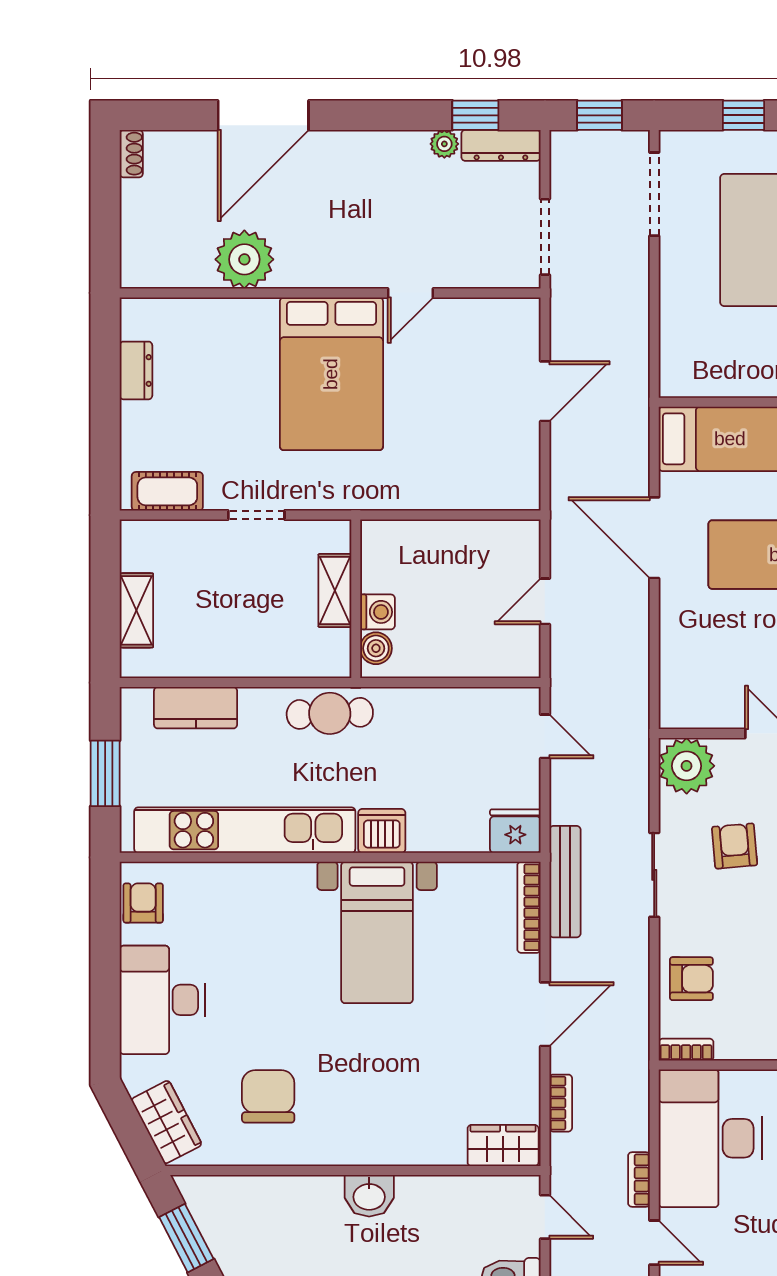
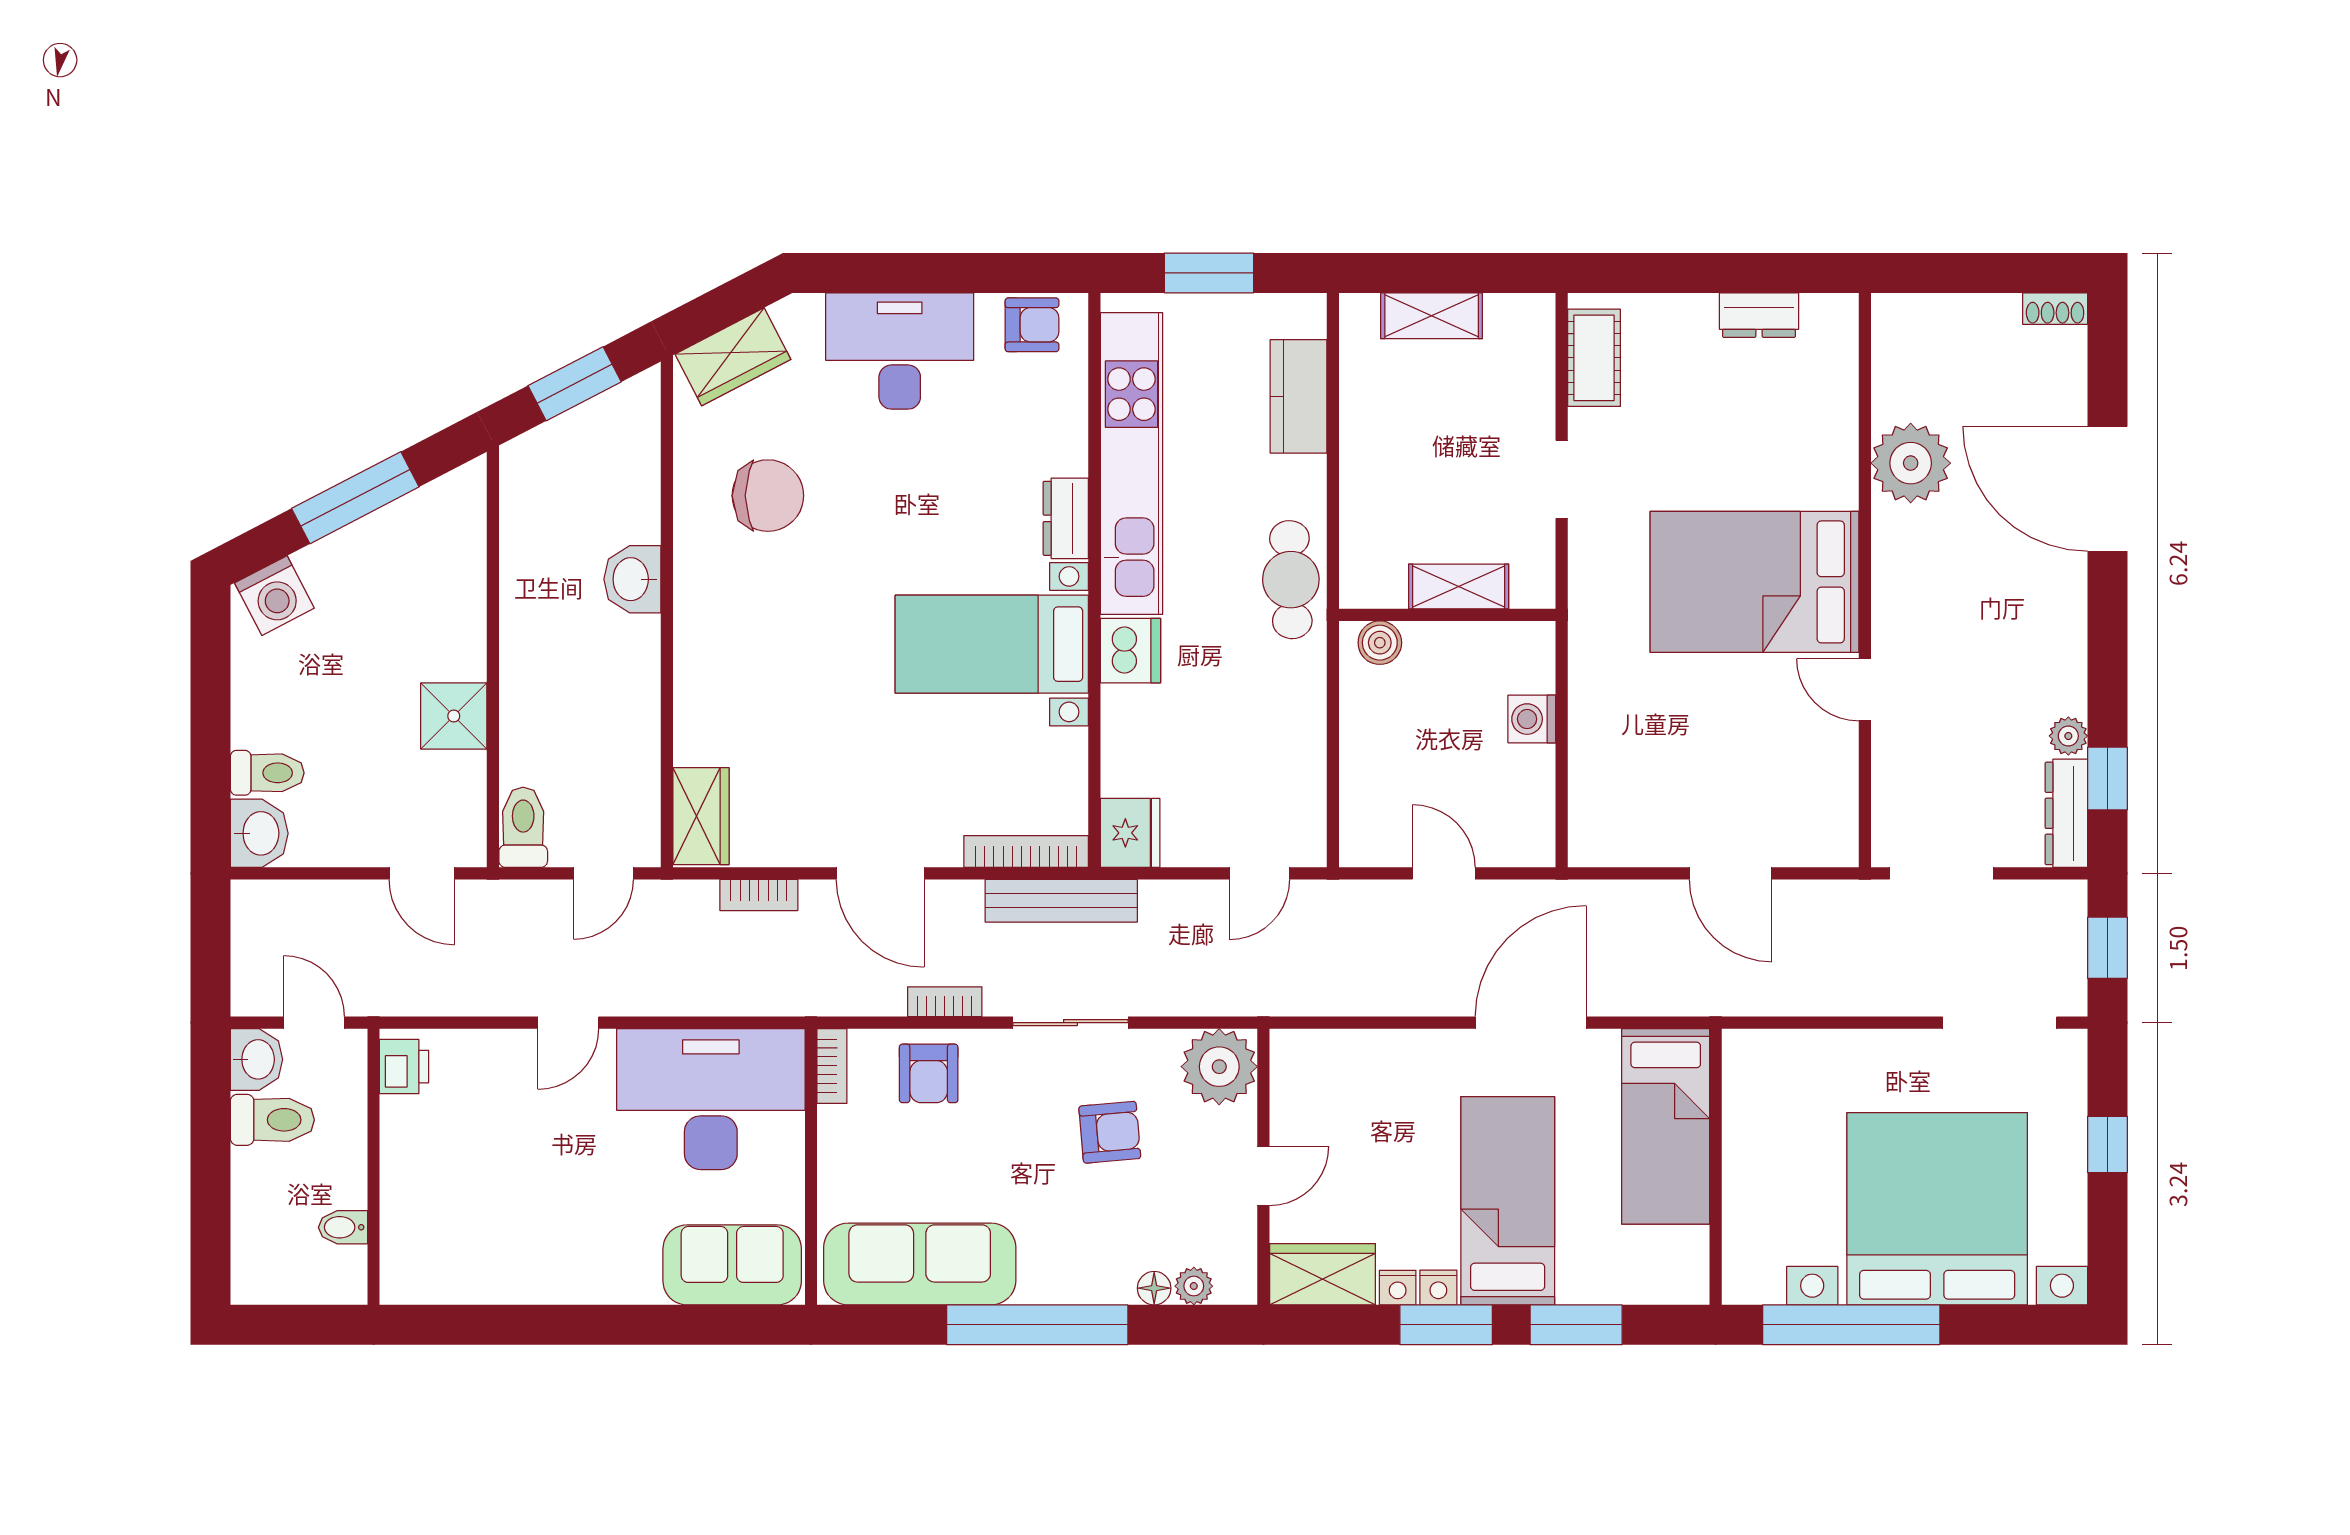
washing machine: (377, 612) -> (1532, 719), moved, turned 90
dresser: (285, 878) -> (1066, 518), added
bookcase: (639, 1179) -> (945, 1002), moved
washbasin: (369, 1196) -> (632, 579), moved

